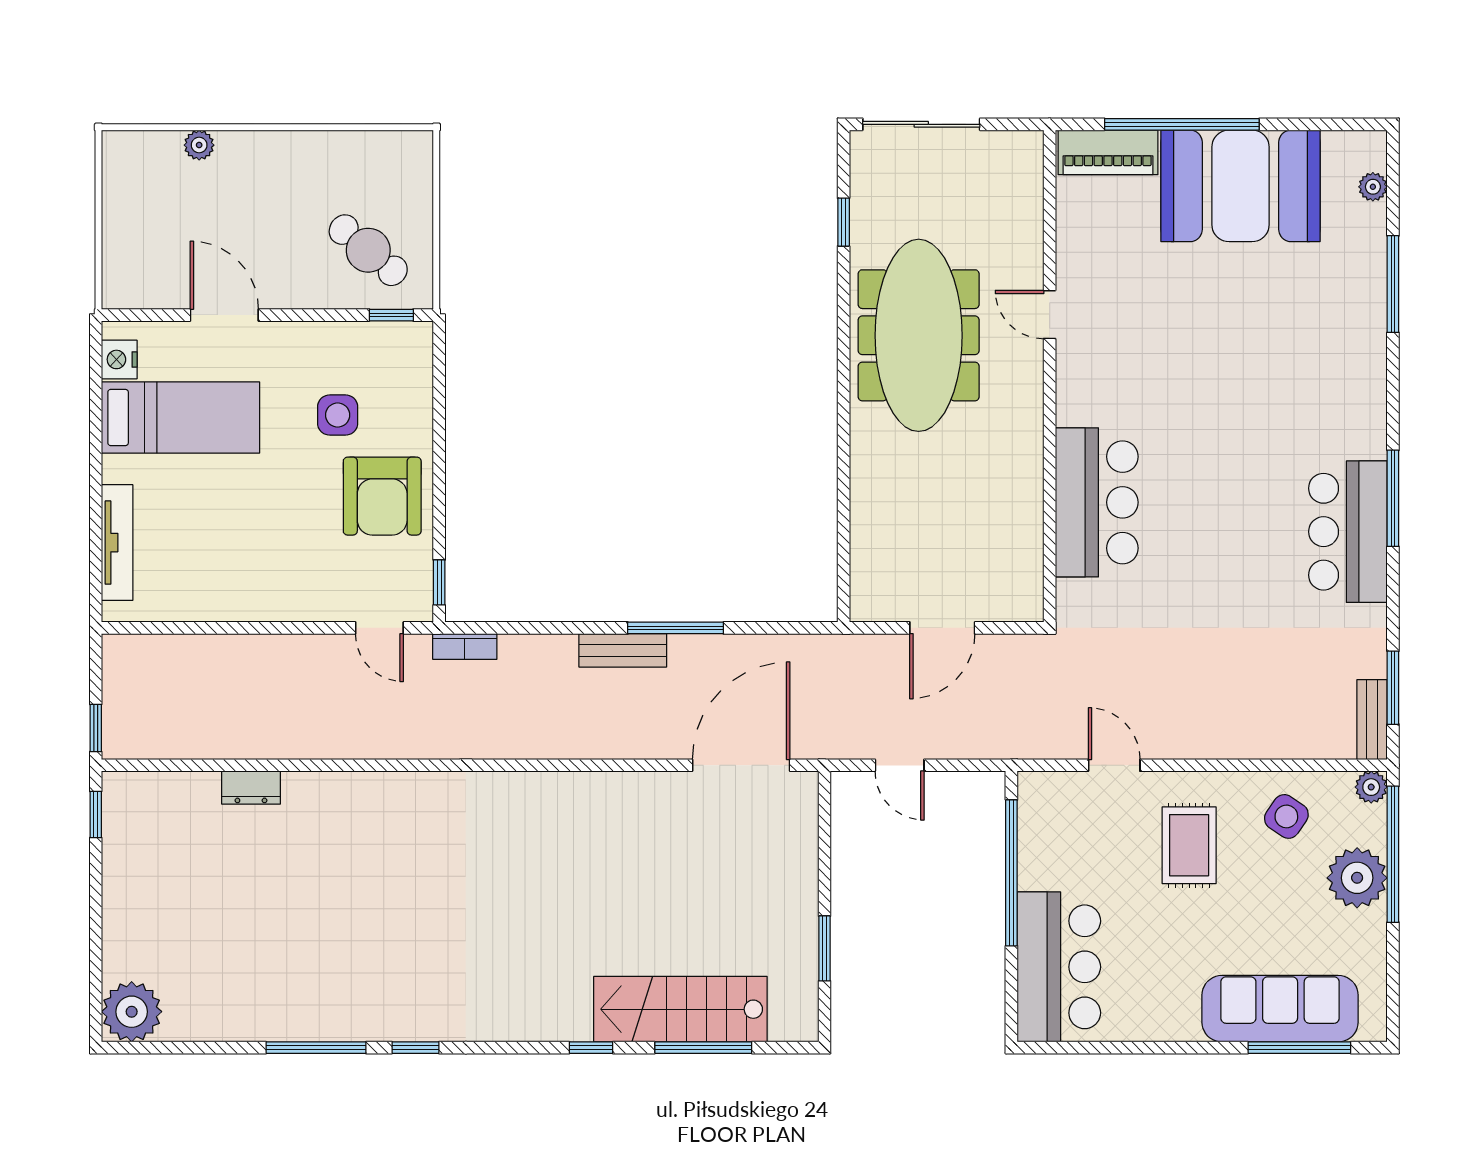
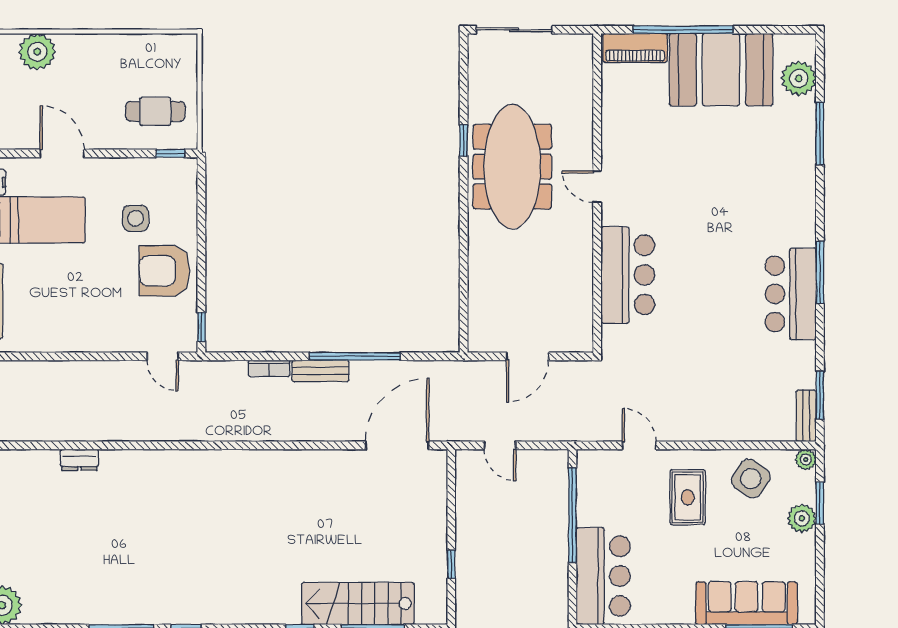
plant: (199, 145) -> (37, 52), width x1.88, depth x1.88
plant: (1373, 187) -> (799, 78), width x1.88, depth x1.88
window: (844, 222) -> (464, 141), moved
cafe table: (368, 250) -> (155, 111), turned -40
door: (1050, 315) -> (597, 187), moved
armchair: (382, 496) -> (164, 271), turned 90
window: (676, 628) -> (355, 356), width x1.46
bookcase: (465, 647) -> (269, 368), moved
side table: (1286, 816) -> (751, 479), width x1.37, depth x1.37
window: (1393, 854) -> (820, 503), width x0.47
plant: (1357, 878) -> (802, 518), width x0.73, depth x0.73
window: (824, 948) -> (451, 564), width x0.67

